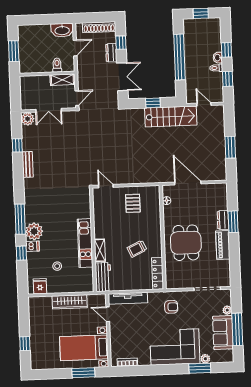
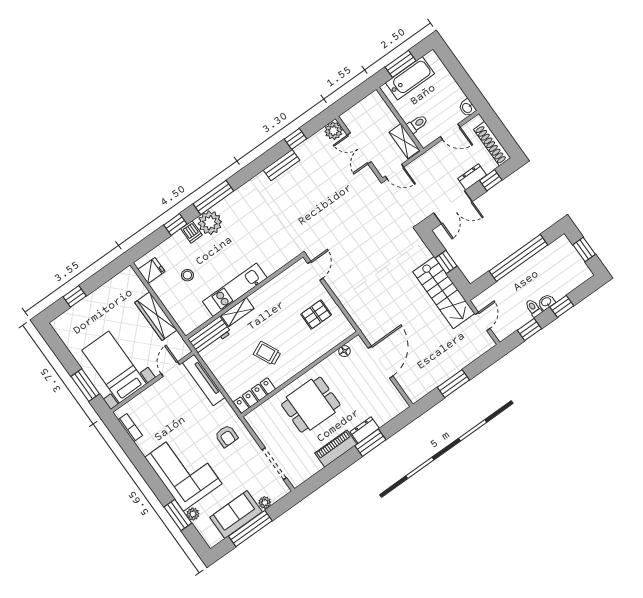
washbasin: (62, 30) -> (467, 108), width x0.52, depth x0.69
bathtub: (26, 51) -> (410, 78), added

